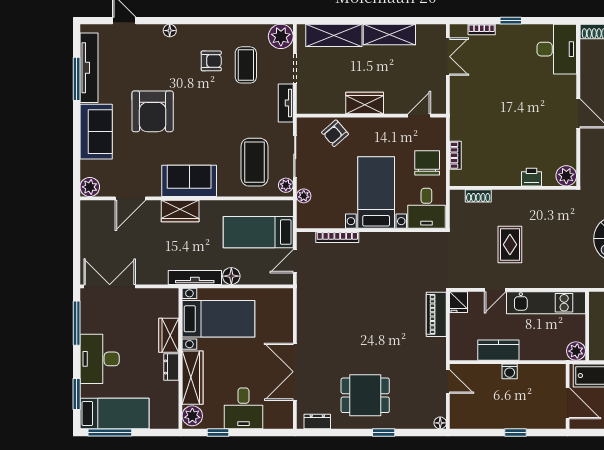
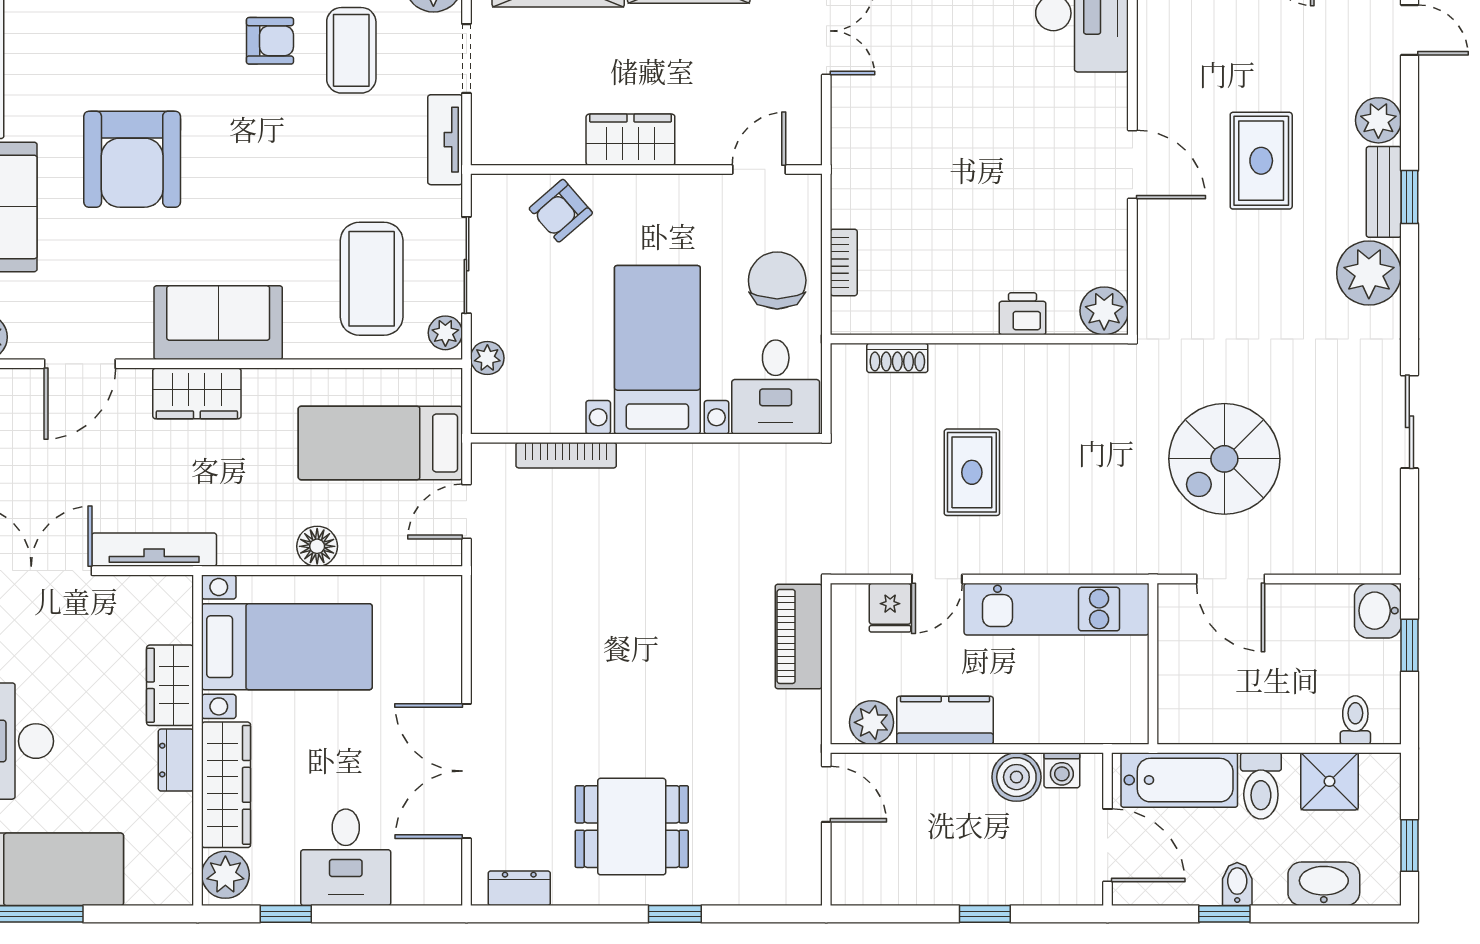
tv unit: (195, 277) -> (154, 550), moved
fridge: (459, 302) -> (890, 608), moved
plant: (576, 351) -> (872, 722), moved
washing machine: (510, 371) -> (1062, 770), moved
boiler: (529, 374) -> (1016, 777), added
floor lamp: (440, 423) -> (808, 891), removed

